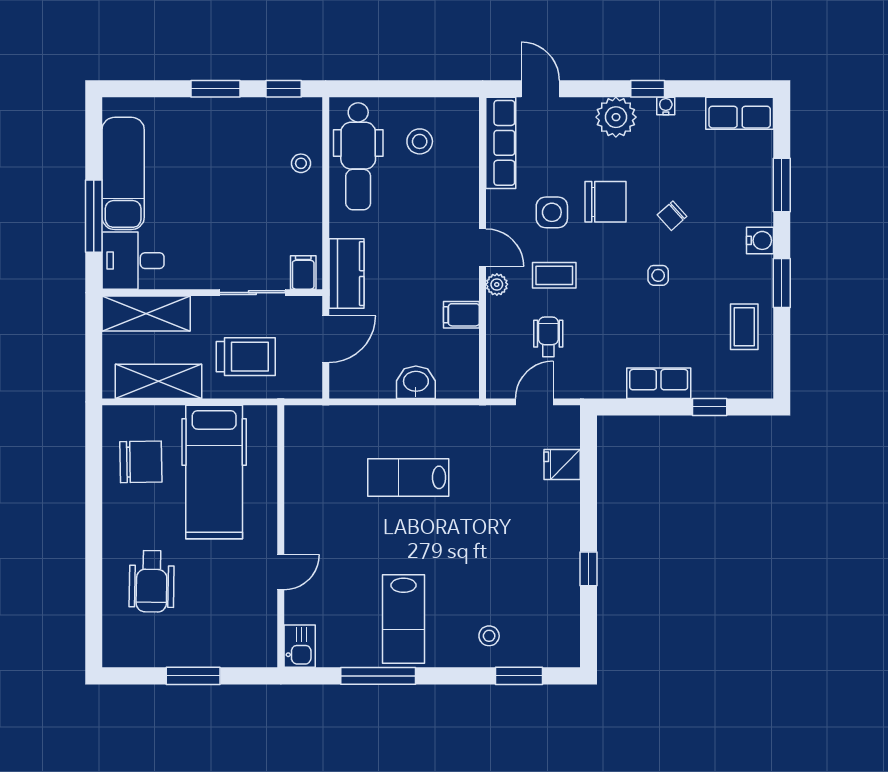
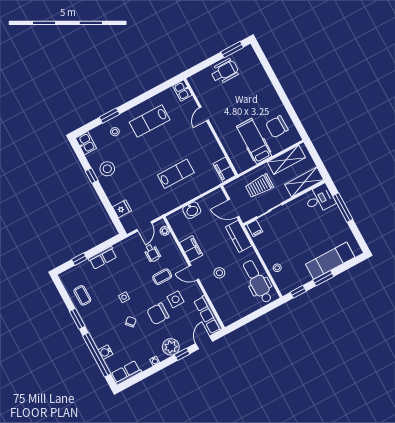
door: (540, 89) -> (204, 342), swing flipped
window: (648, 89) -> (182, 354), moved
stool: (420, 141) -> (219, 273), moved
exam couch: (123, 173) -> (330, 261), moved, turned 90
window: (782, 185) -> (97, 355), width x2.11
water cooler: (760, 240) -> (105, 352), moved
plant: (497, 284) -> (165, 231), moved
filing cabinet: (461, 315) -> (191, 249), width x2.00
door: (326, 339) -> (233, 208), hinge flipped
filing cabinet: (301, 431) -> (224, 170), added
hospital bed: (214, 472) -> (254, 141), width x0.73, depth x0.78
stool: (547, 566) -> (107, 169), added
wheelchair: (152, 581) -> (225, 71), moved, turned 89
lab bench: (403, 619) -> (150, 121), turned -90
kitchen sink: (563, 644) -> (86, 143), added
window: (193, 676) -> (232, 50), moved
window: (378, 676) -> (148, 95), removed
window: (519, 676) -> (109, 116), moved

